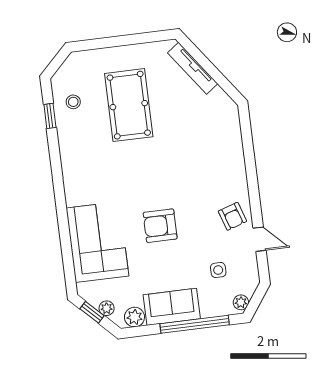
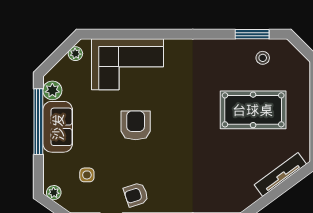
window: (50, 116) -> (252, 34), width x1.50
plant: (107, 308) -> (75, 54), moved
window: (92, 312) -> (62, 51), removed
window: (195, 324) -> (38, 122), moved

